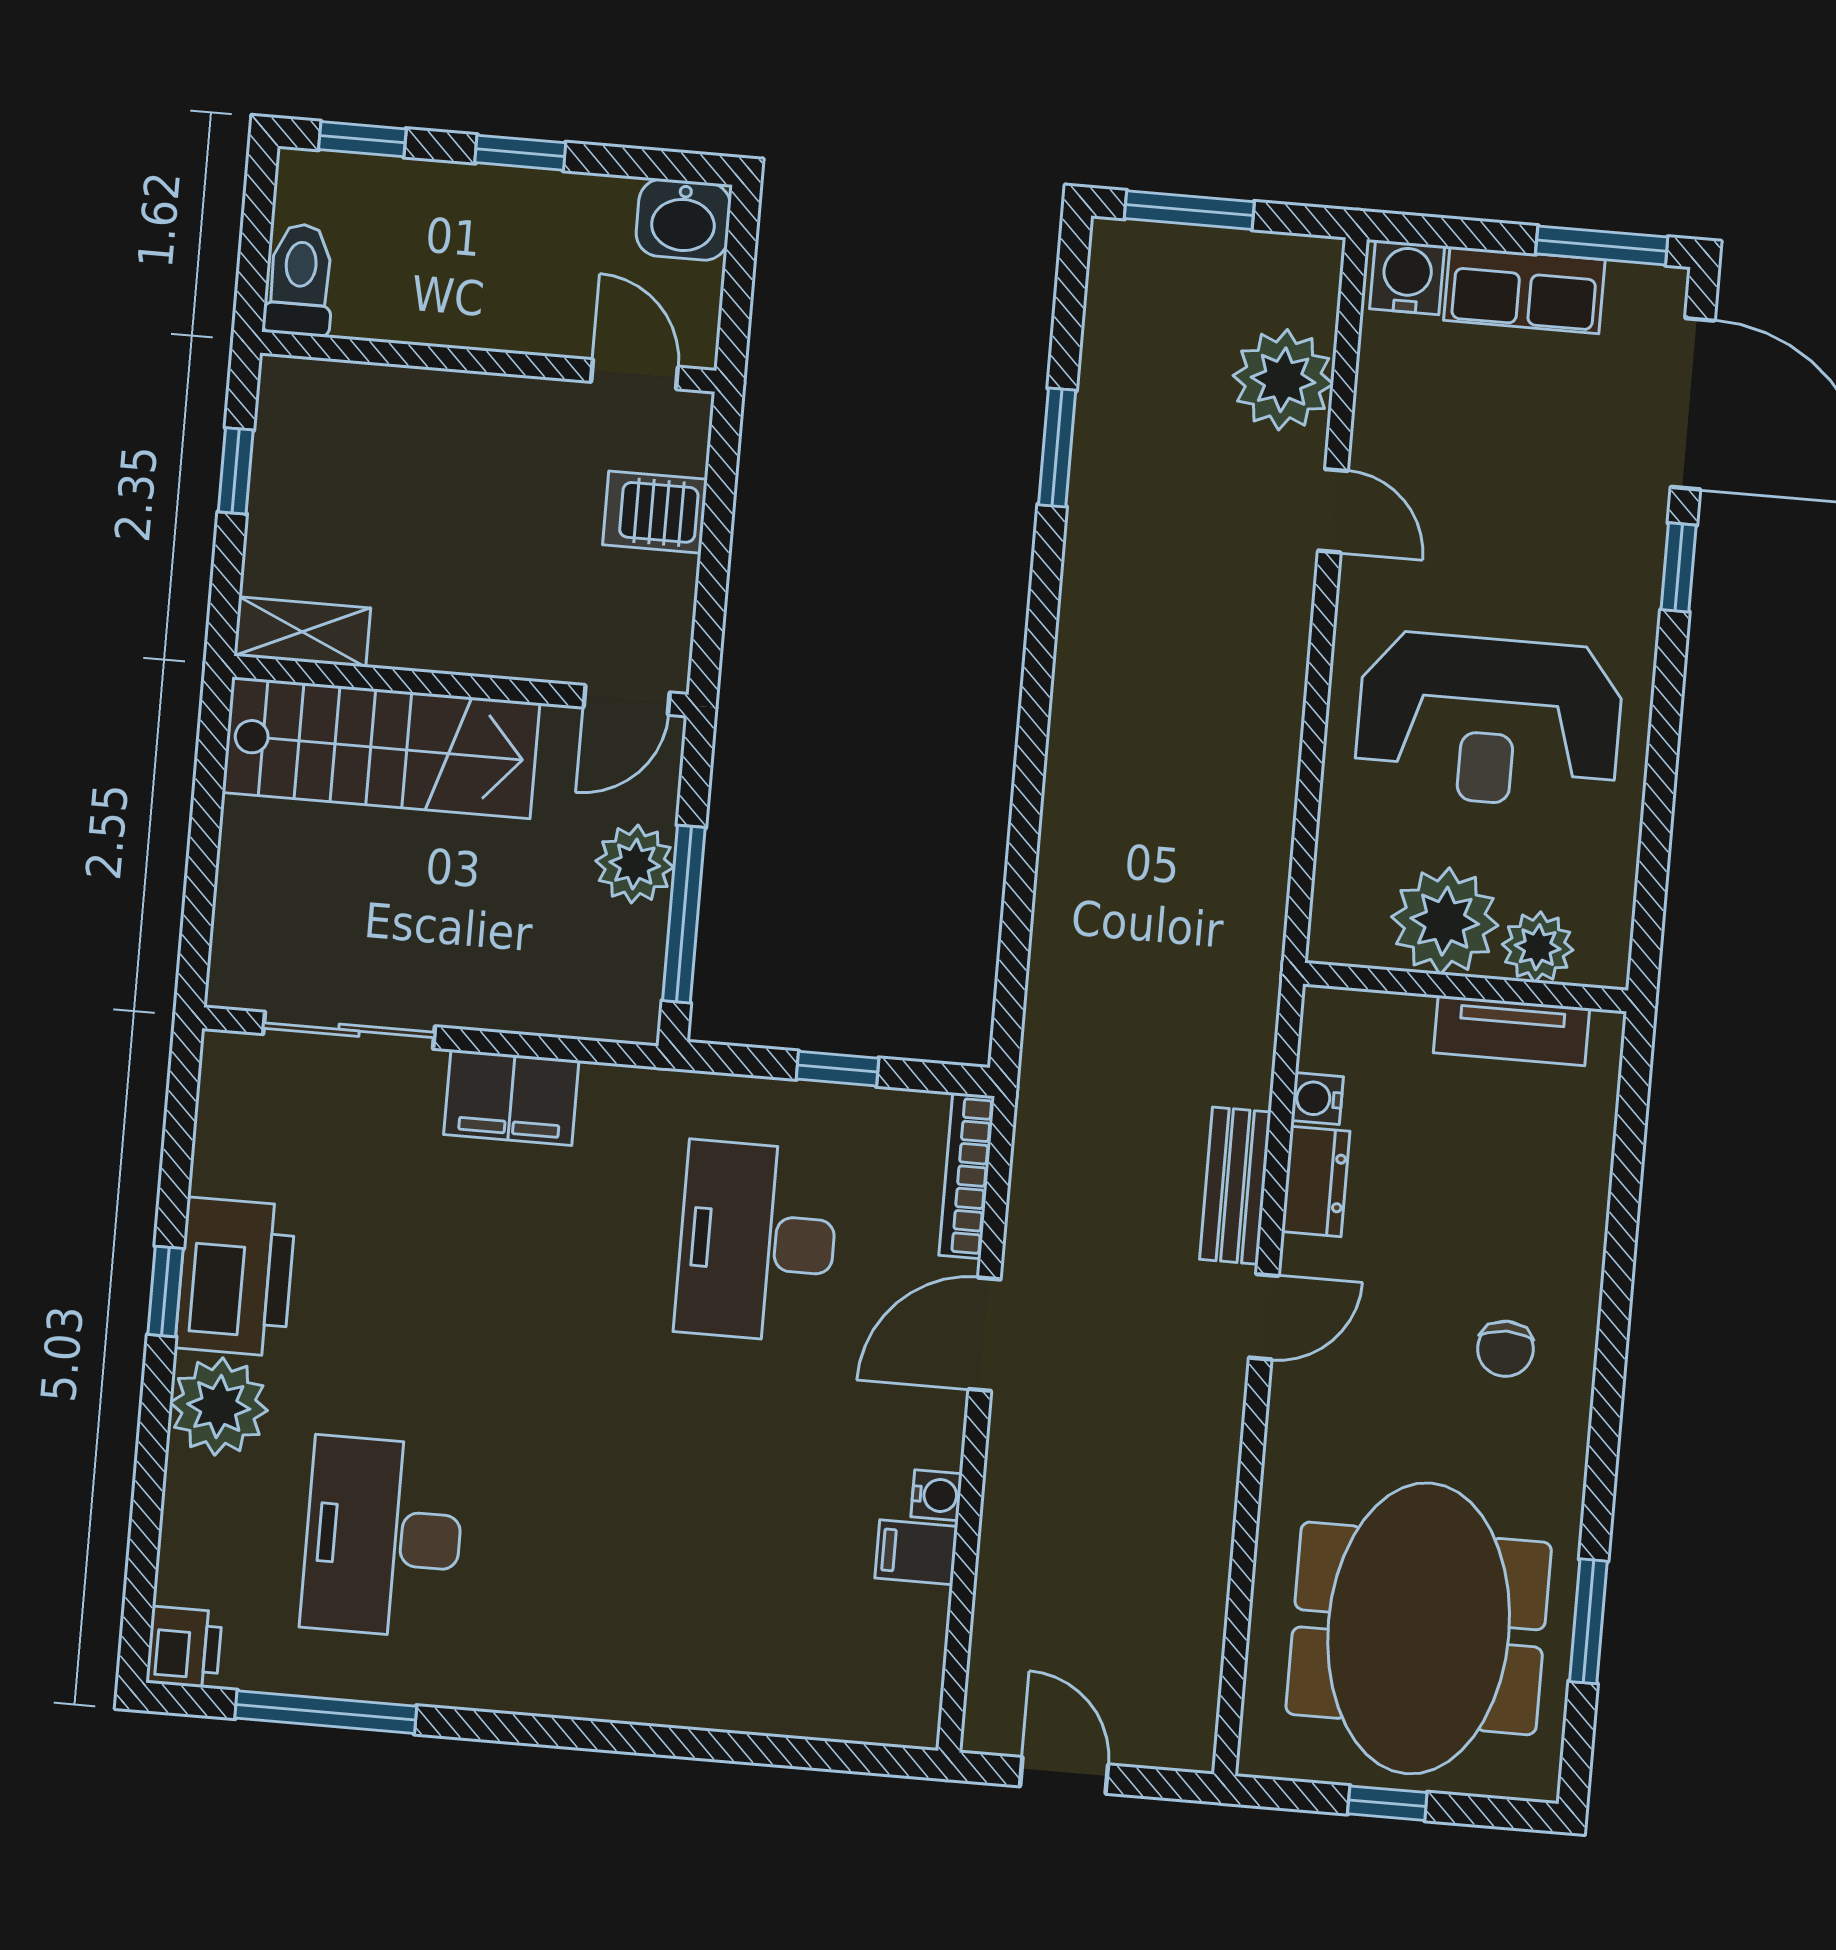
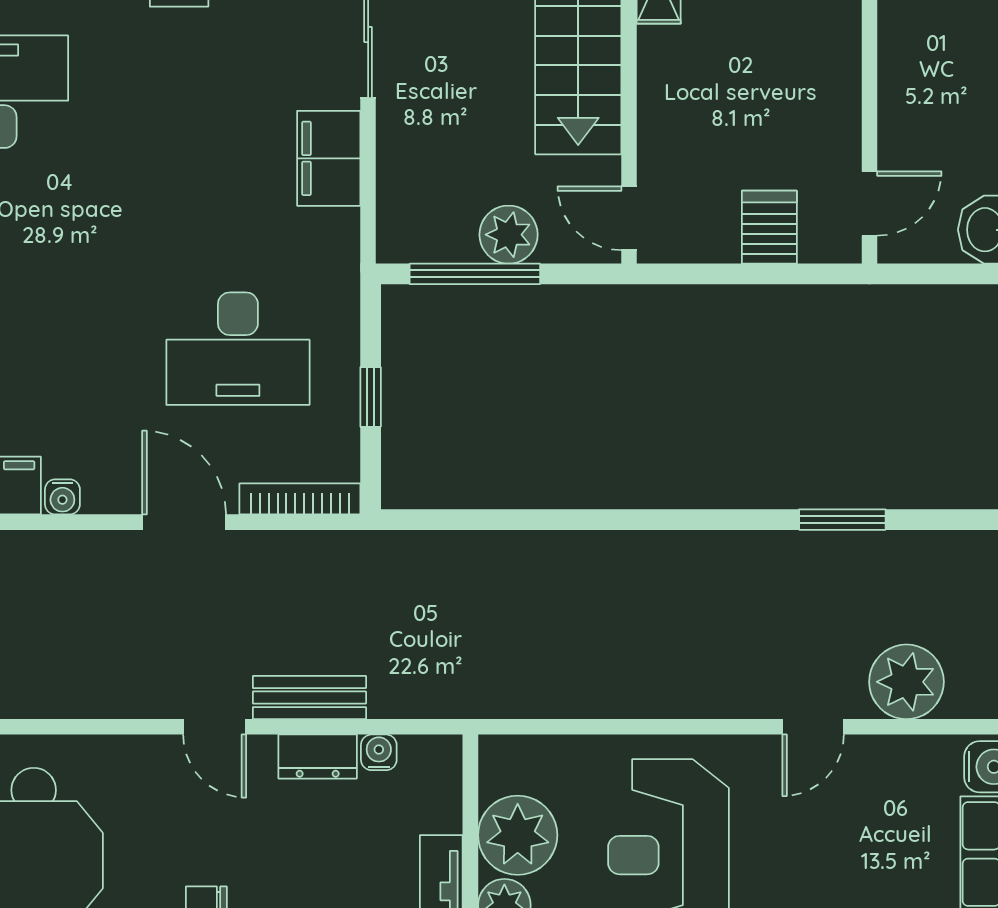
desk: (757, 1242) -> (238, 349), turned 180

